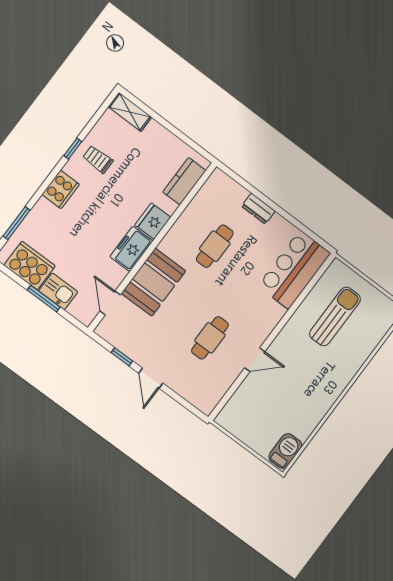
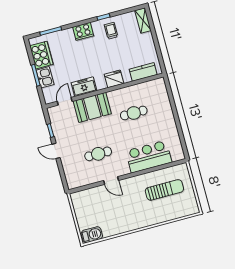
dresser: (258, 209) -> (168, 111), removed
freezer: (131, 249) -> (84, 87), moved
bar counter: (294, 270) -> (149, 157), moved
door: (151, 378) -> (56, 151), hinge flipped

